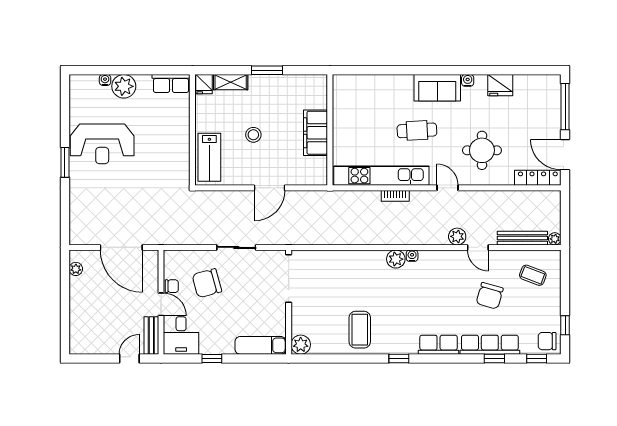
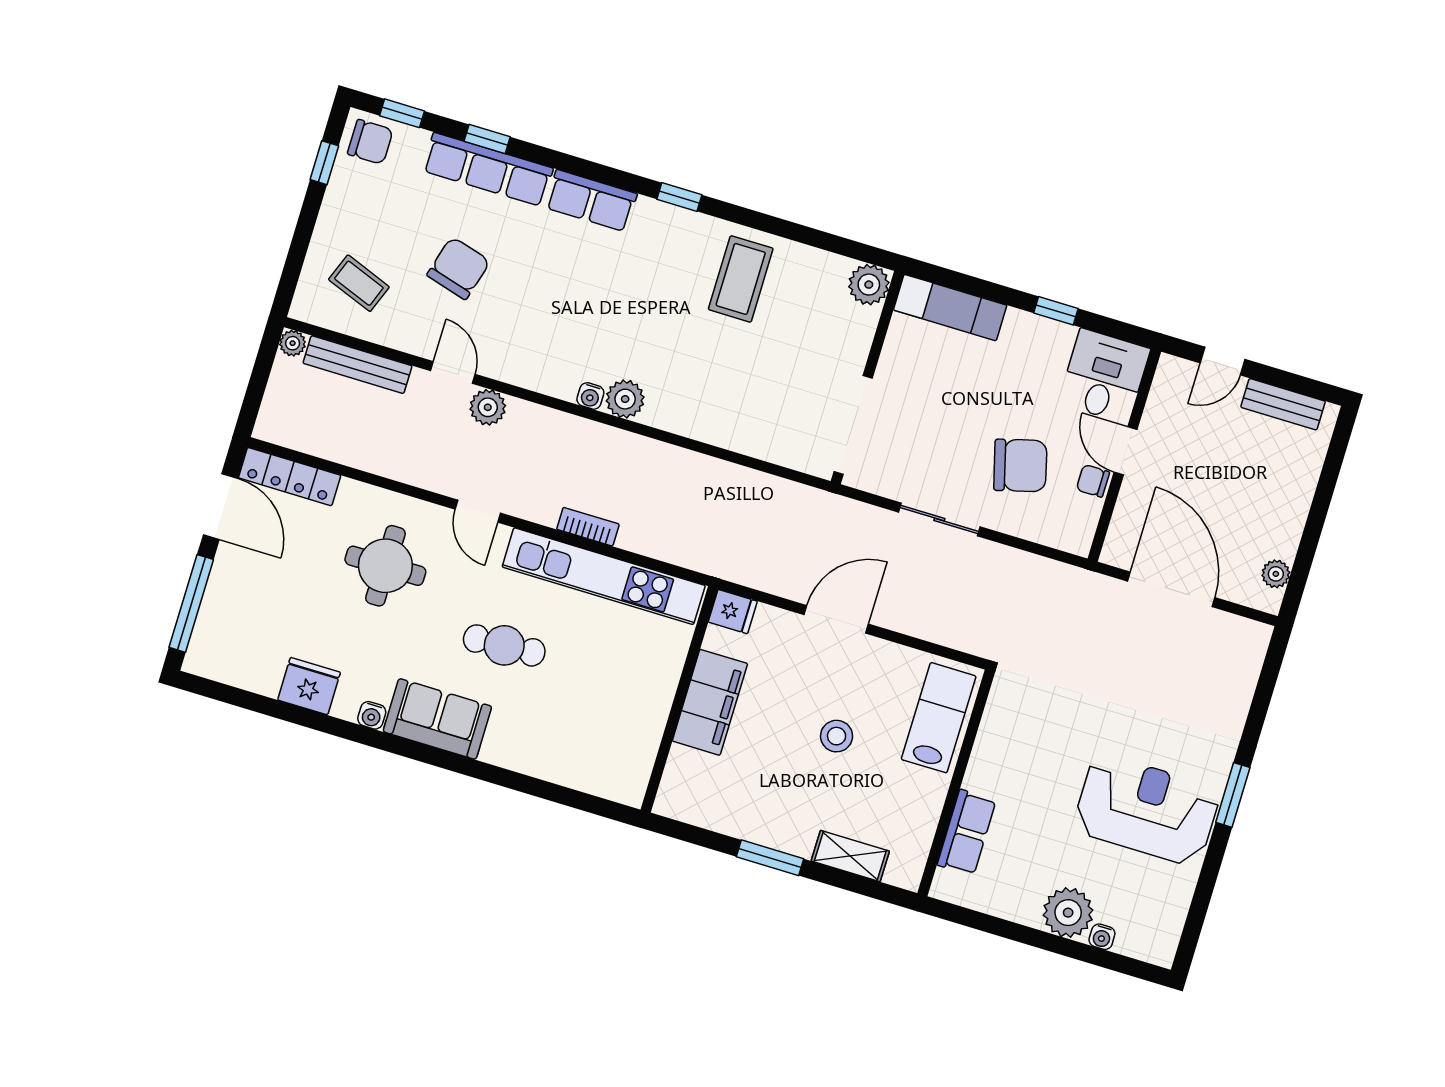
row of seats: (171, 84) -> (967, 832), moved, turned 90
fridge: (204, 84) -> (733, 612), moved, turned 90
bench: (151, 335) -> (1283, 404), moved, turned 90

